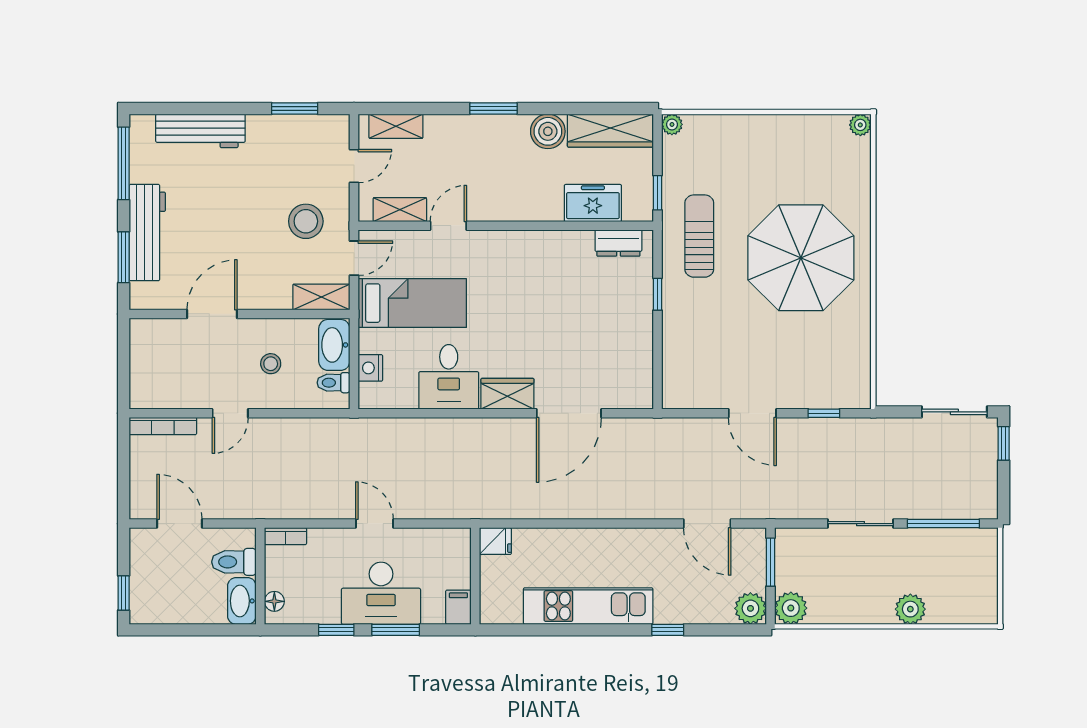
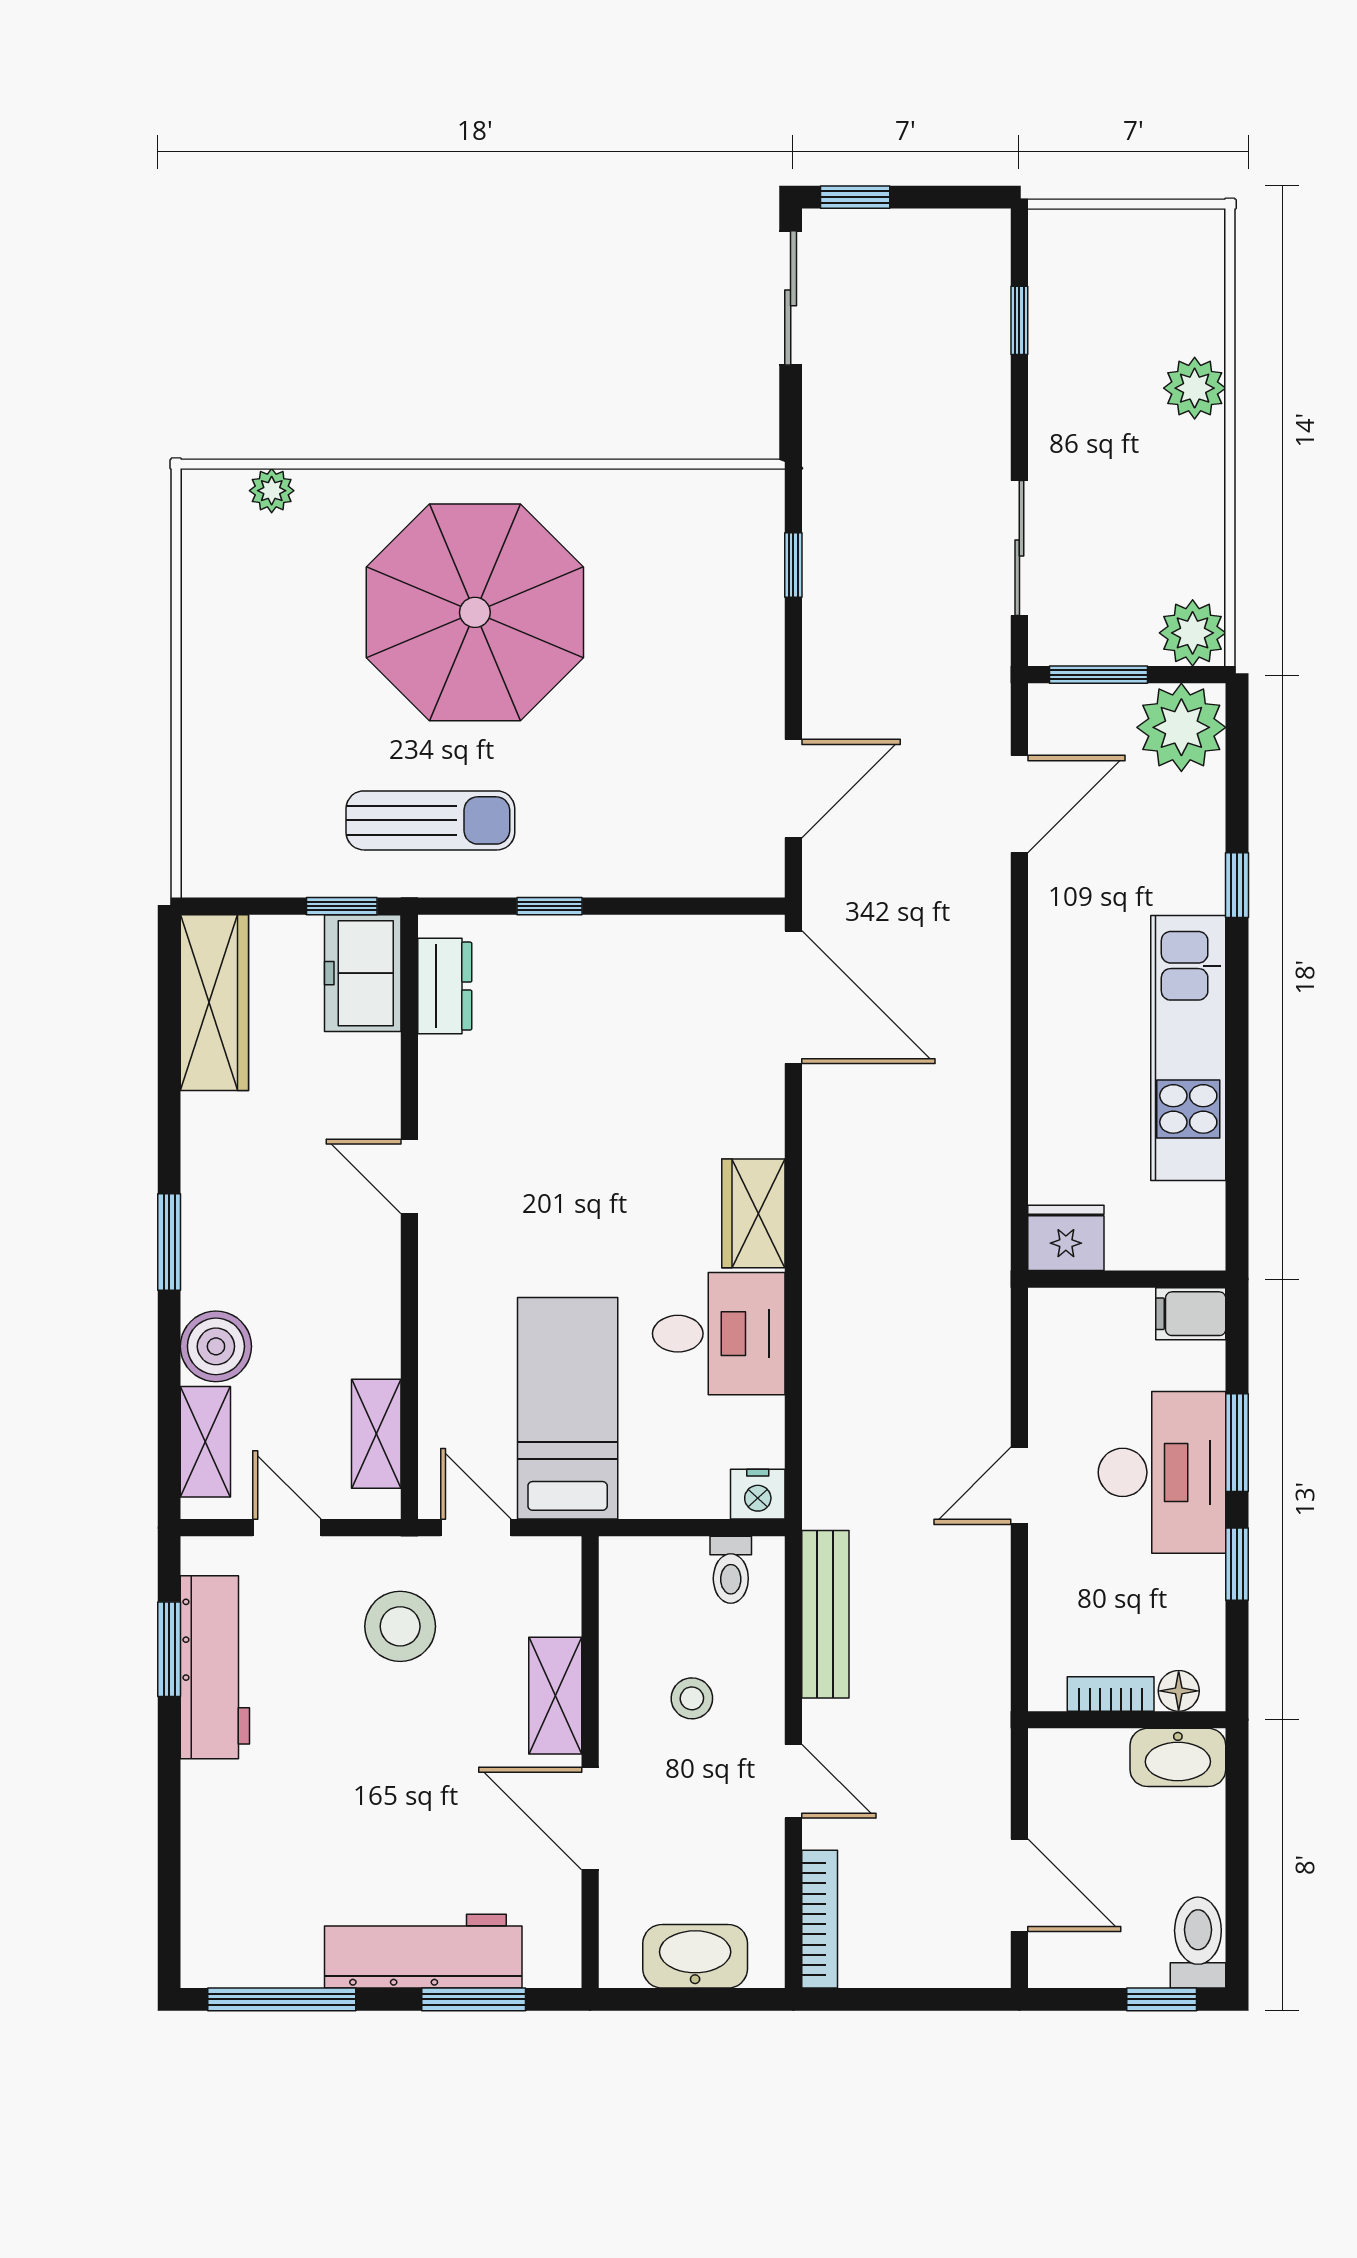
plant: (672, 124) -> (202, 876), removed
plant: (860, 125) -> (272, 491), moved
workbench: (200, 131) -> (215, 1667), moved
boiler: (548, 131) -> (216, 1346), moved
freezer: (593, 203) -> (363, 973), moved
door: (448, 226) -> (409, 1176), moved
sun lounger: (699, 236) -> (430, 820), turned 180
shelving: (321, 297) -> (555, 1696), moved
washbasin: (334, 345) -> (695, 1956), moved, turned 180
nightstand: (370, 368) -> (758, 1494), moved
door: (569, 413) -> (793, 997), moved
door: (752, 413) -> (793, 789), moved
bench: (312, 429) -> (825, 1614), added
door: (179, 524) -> (1019, 1885), swing flipped
sliding door: (860, 524) -> (1019, 548), moved
window: (943, 524) -> (1019, 320), width x0.46
bookcase: (285, 536) -> (1111, 1694), moved, turned -90
fridge: (495, 541) -> (1066, 1238), width x1.38
toilet: (234, 562) -> (1198, 1943), moved, turned 180
plant: (750, 608) -> (1181, 727), width x1.36, depth x1.36

